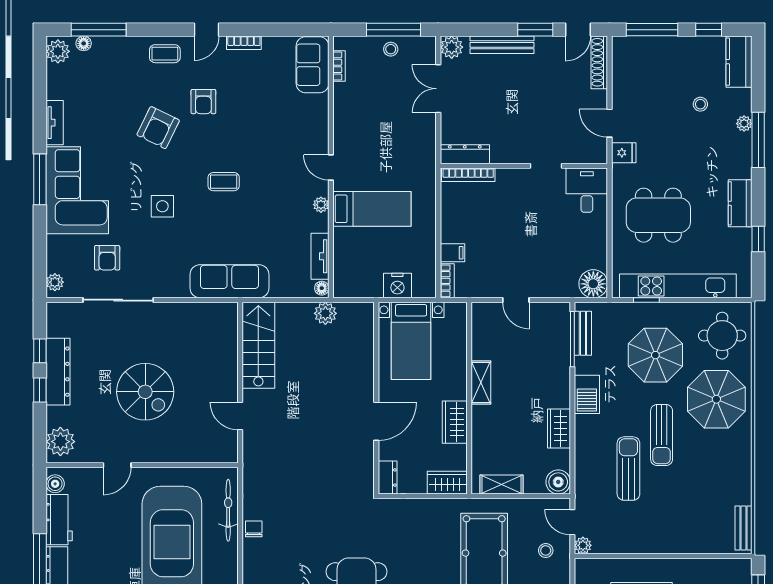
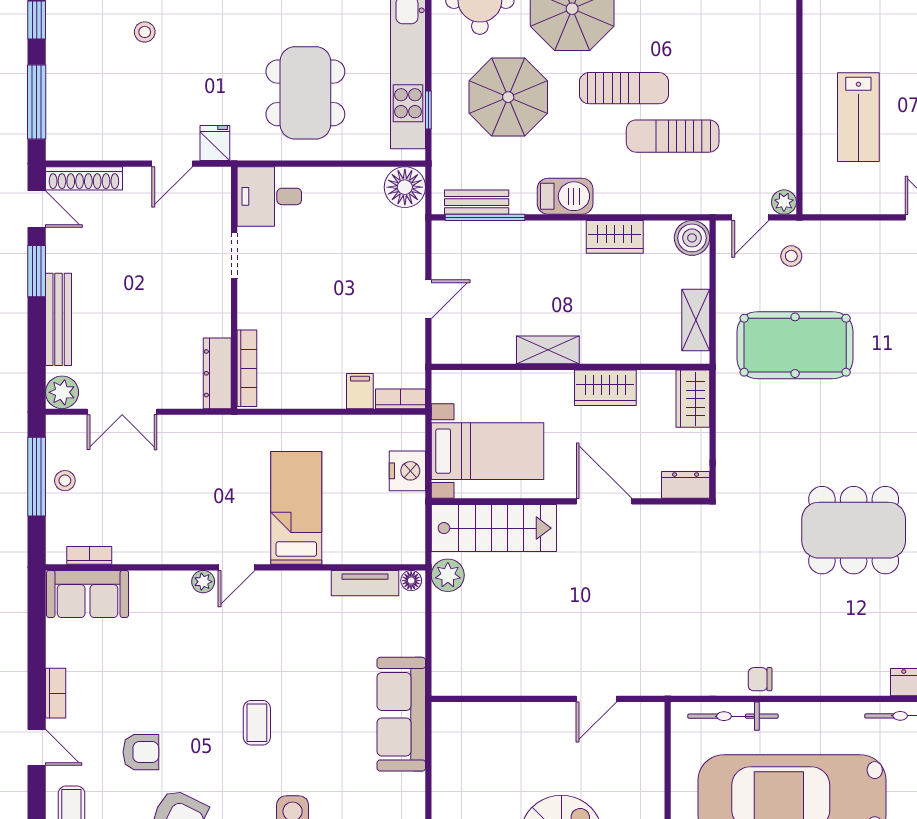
plant: (321, 205) -> (203, 582), moved
stairs: (258, 345) -> (494, 528), moved, turned 180

